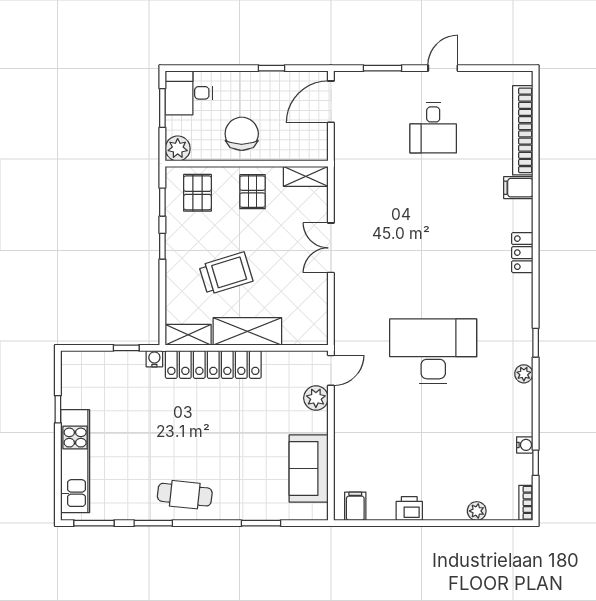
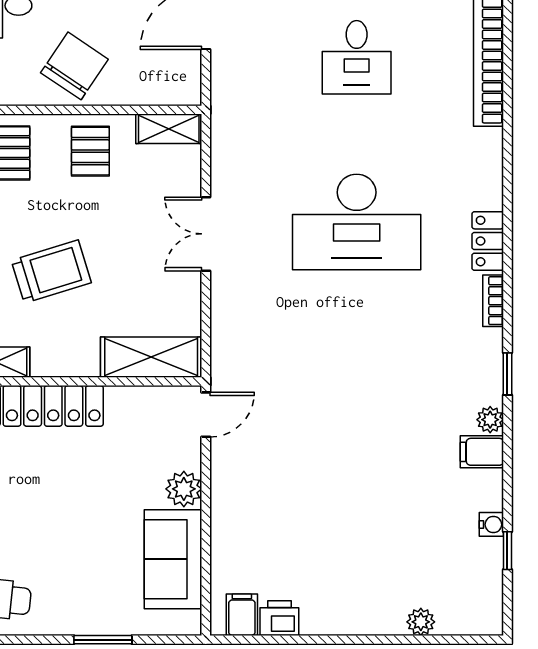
chair: (242, 134) -> (74, 66), turned 34
filing cabinet: (518, 188) -> (482, 452), moved
shelving: (247, 331) -> (151, 357), moved
desk: (433, 351) -> (357, 222), moved, turned 180
plant: (316, 398) -> (184, 489), moved
bookcase: (526, 503) -> (493, 301), moved
printer: (409, 508) -> (279, 618), moved

